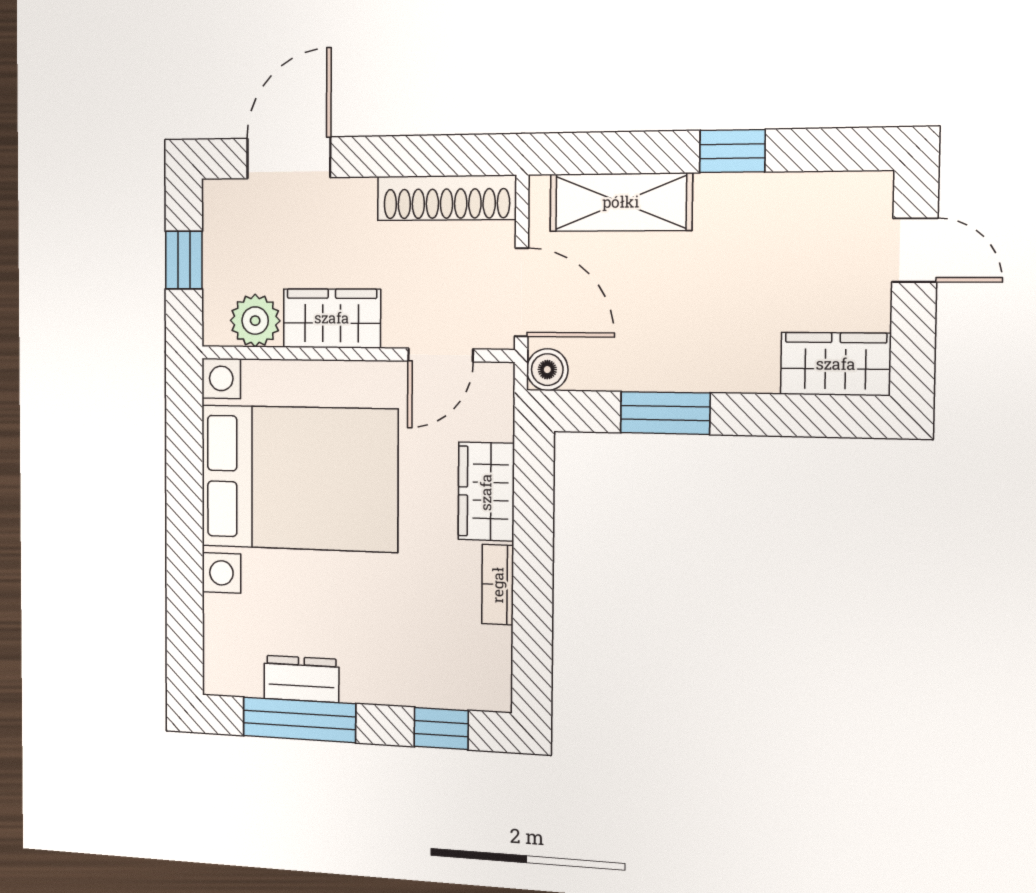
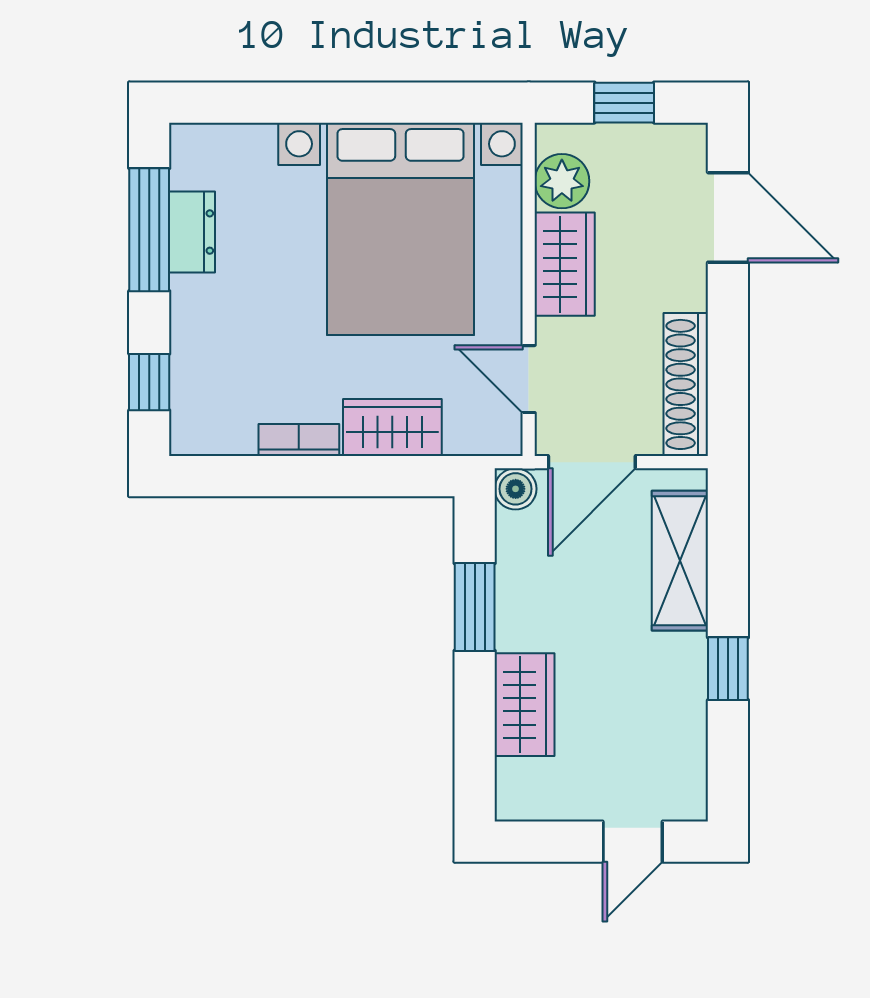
wardrobe: (836, 364) -> (525, 705), moved

